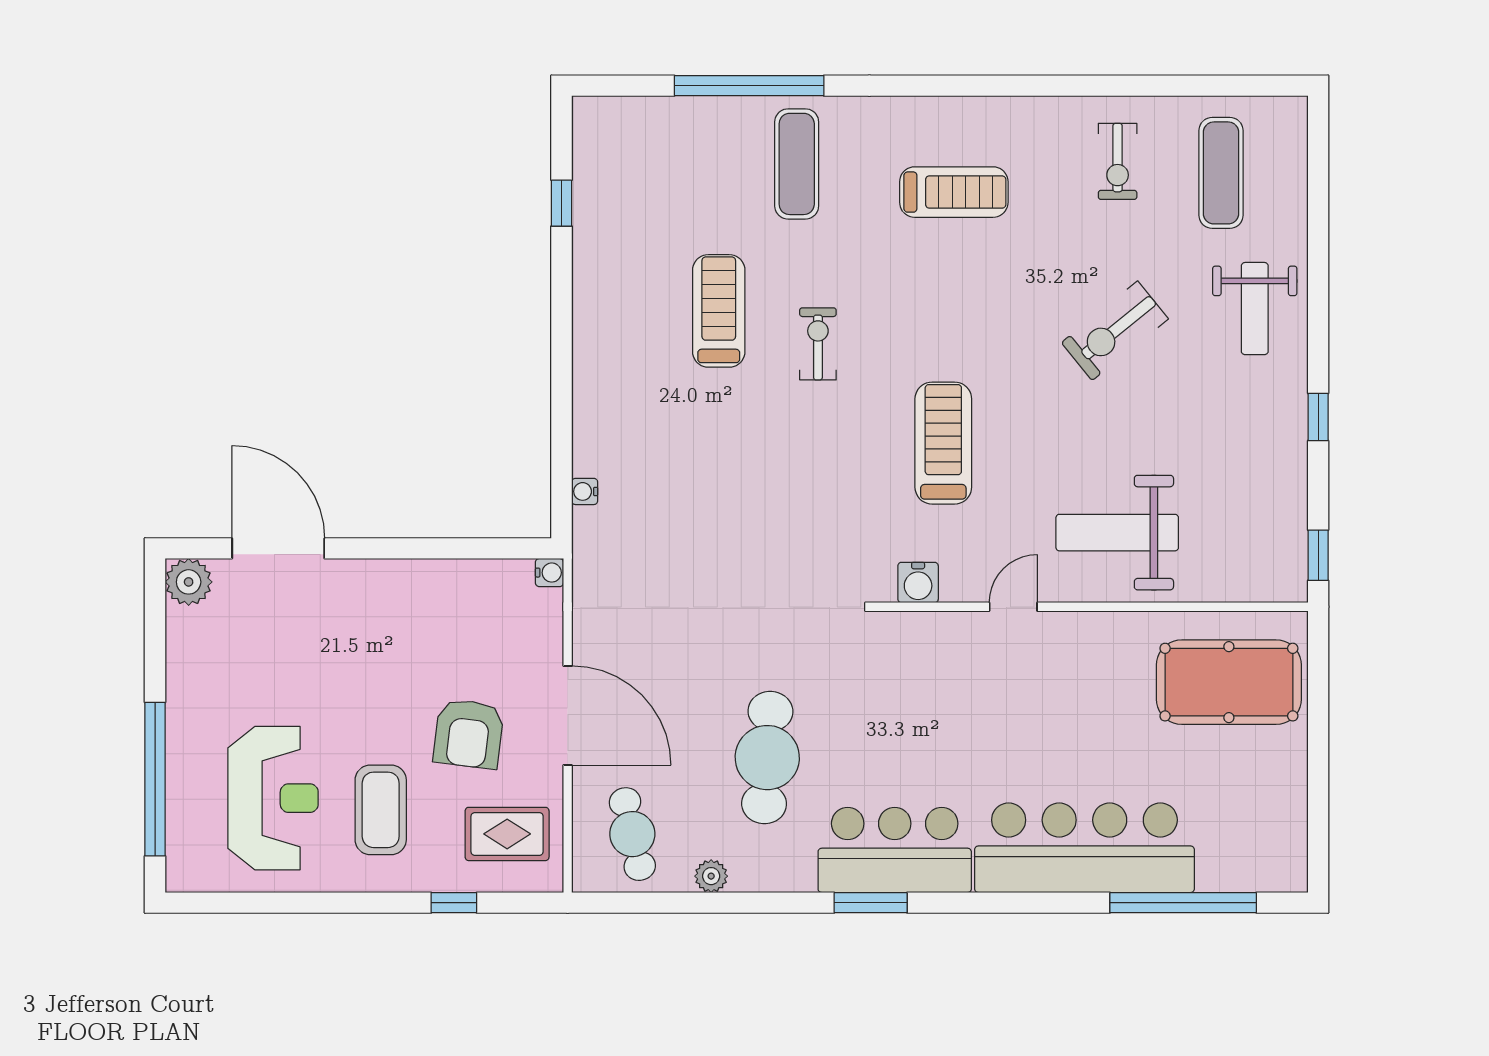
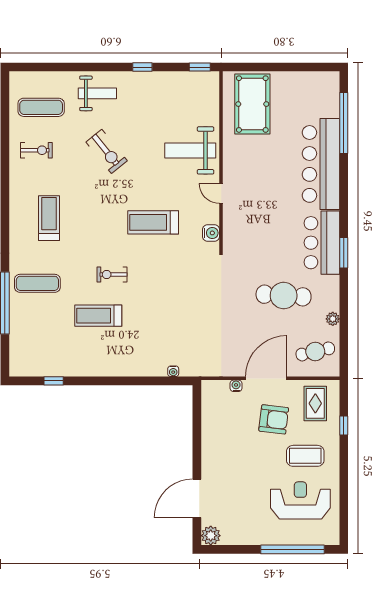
weight bench: (1117, 533) -> (190, 150), turned 90
water cooler: (549, 573) -> (236, 386), moved

